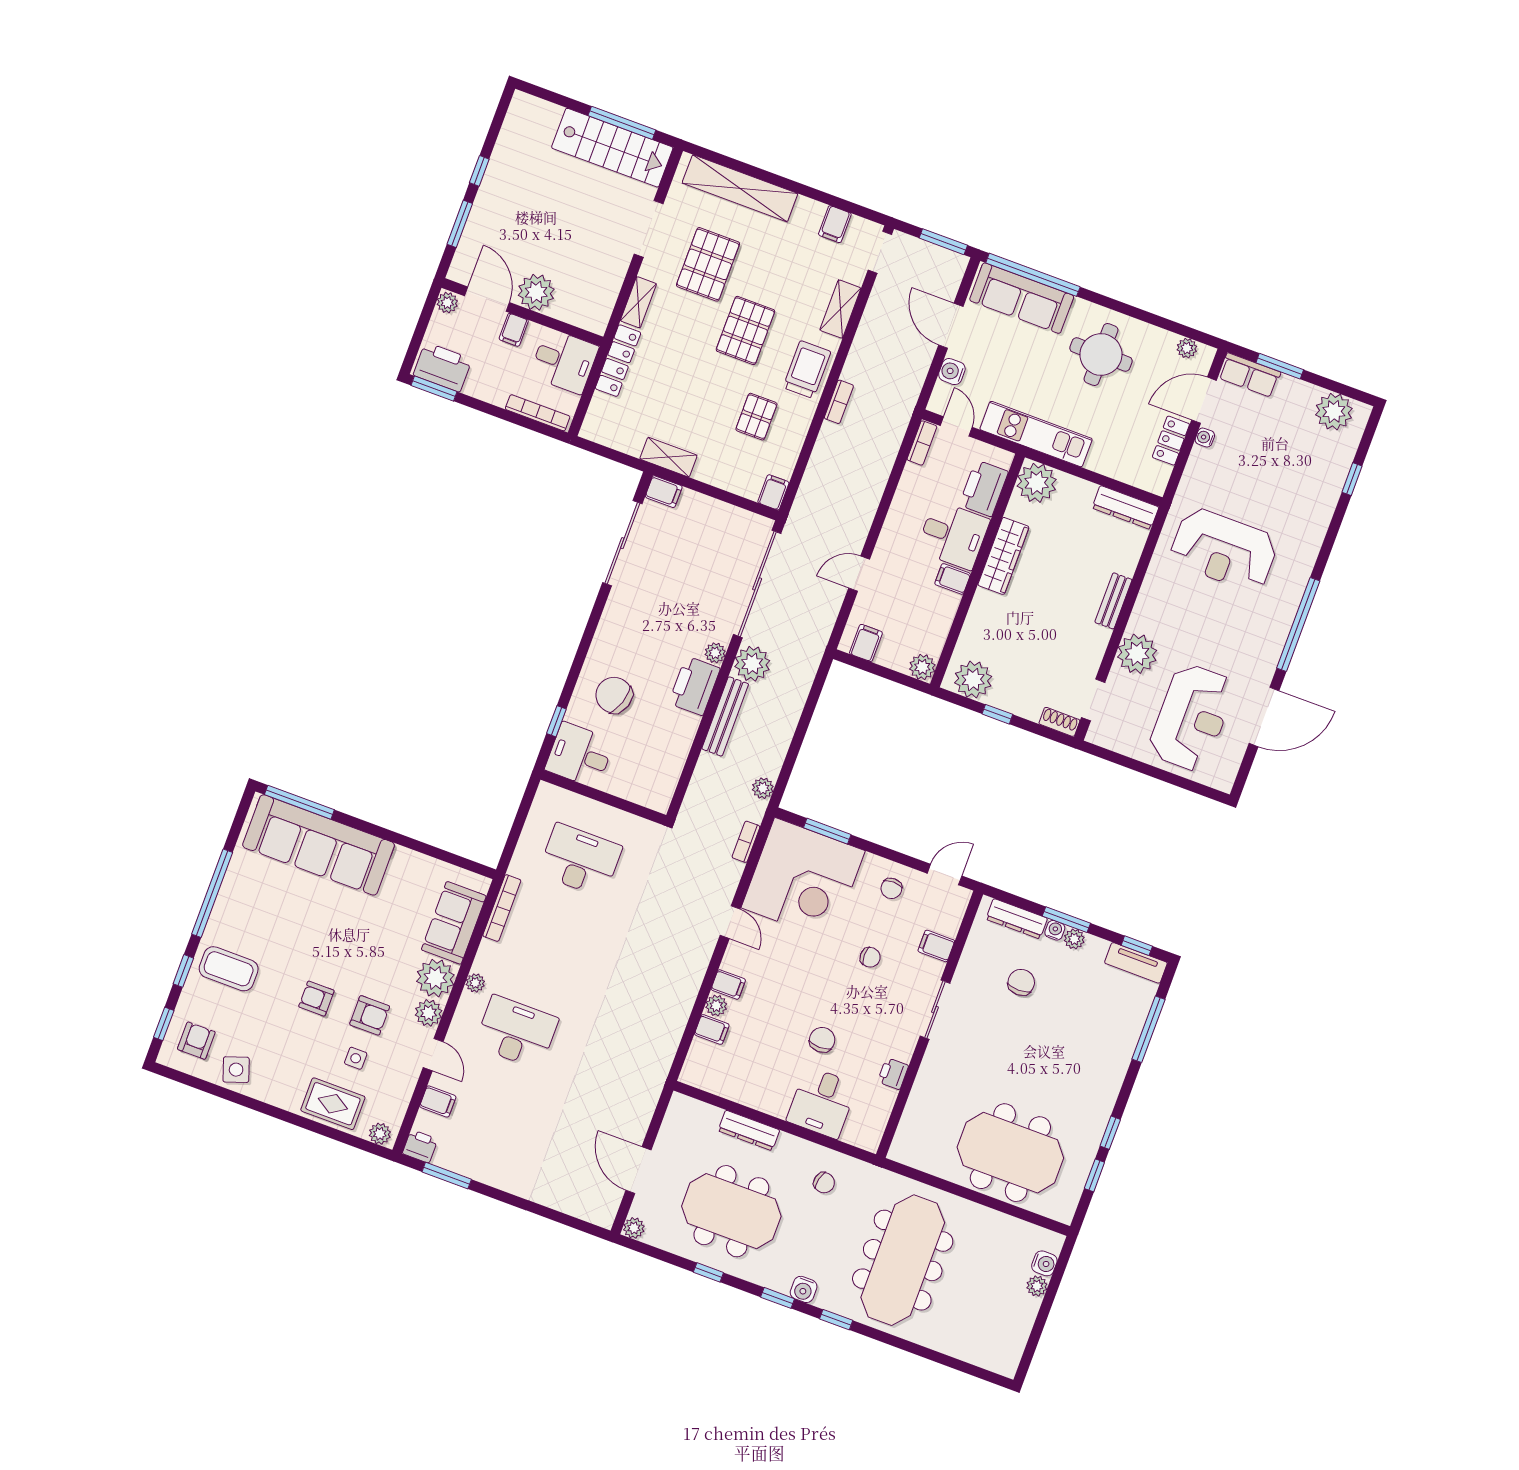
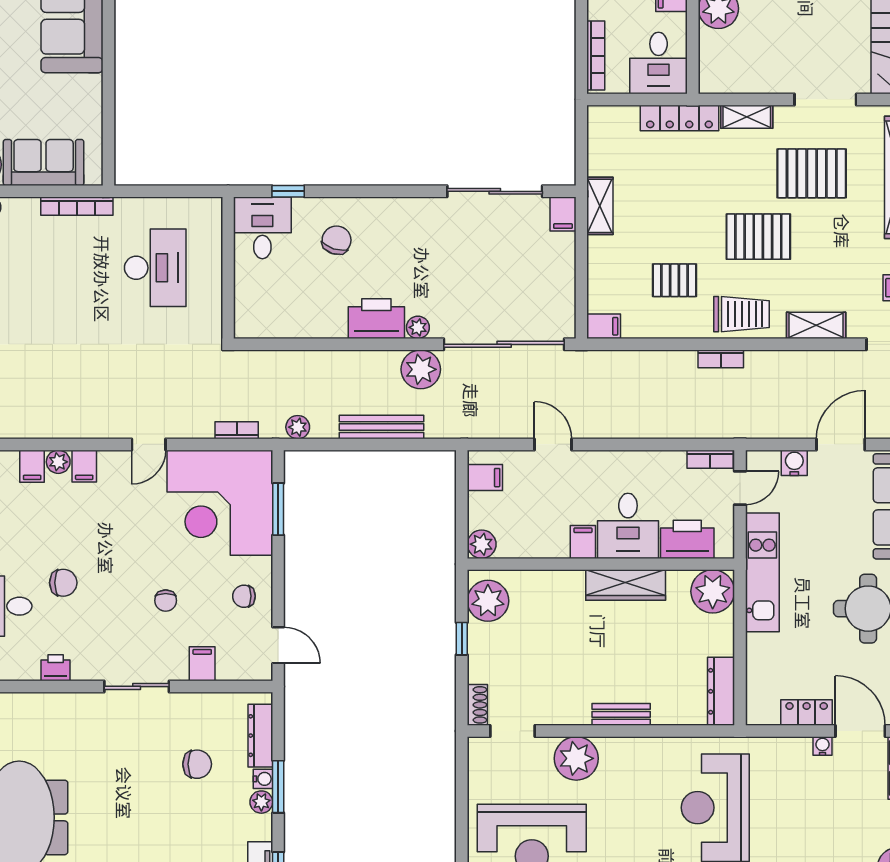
chair: (614, 695) -> (337, 240), width x0.73, depth x0.73
bench: (725, 716) -> (382, 427), moved

